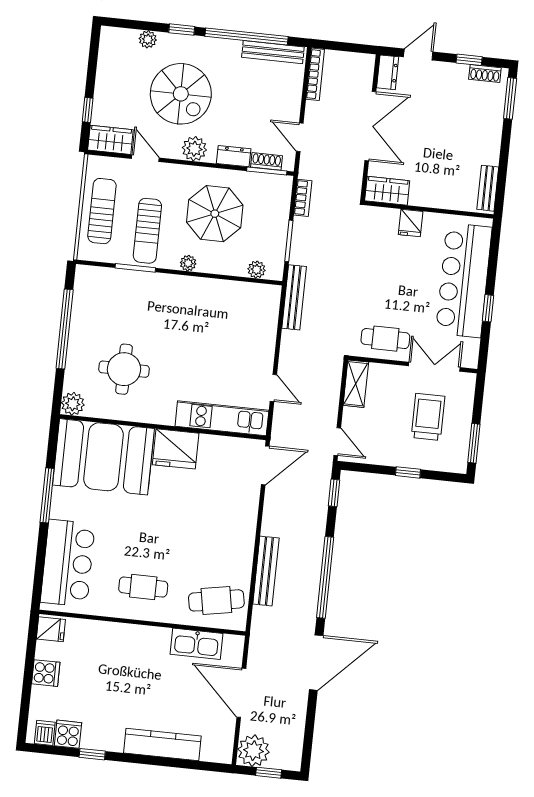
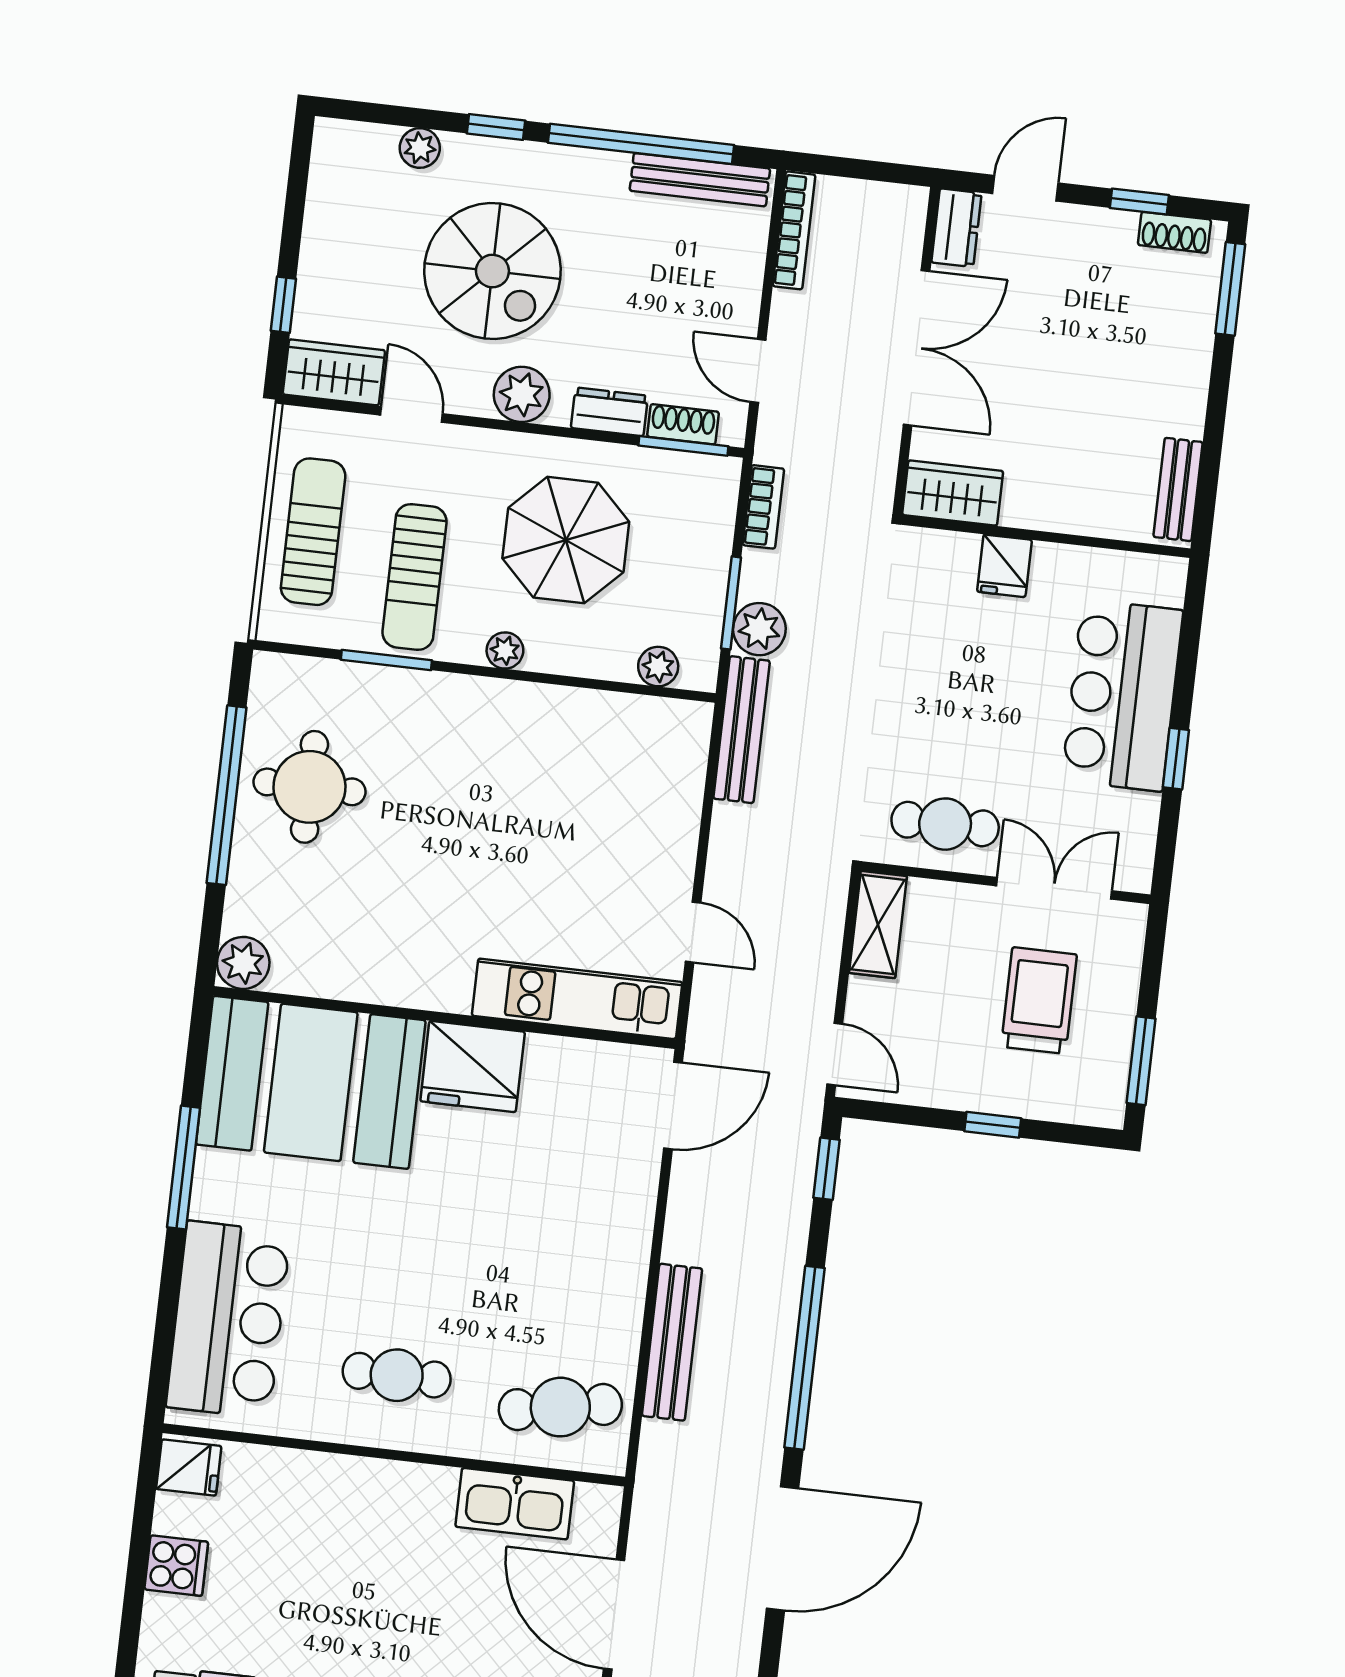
plant: (302, 252) -> (759, 629), added
bar counter: (464, 280) -> (1122, 695), width x0.73
round table: (124, 369) -> (309, 787), moved

